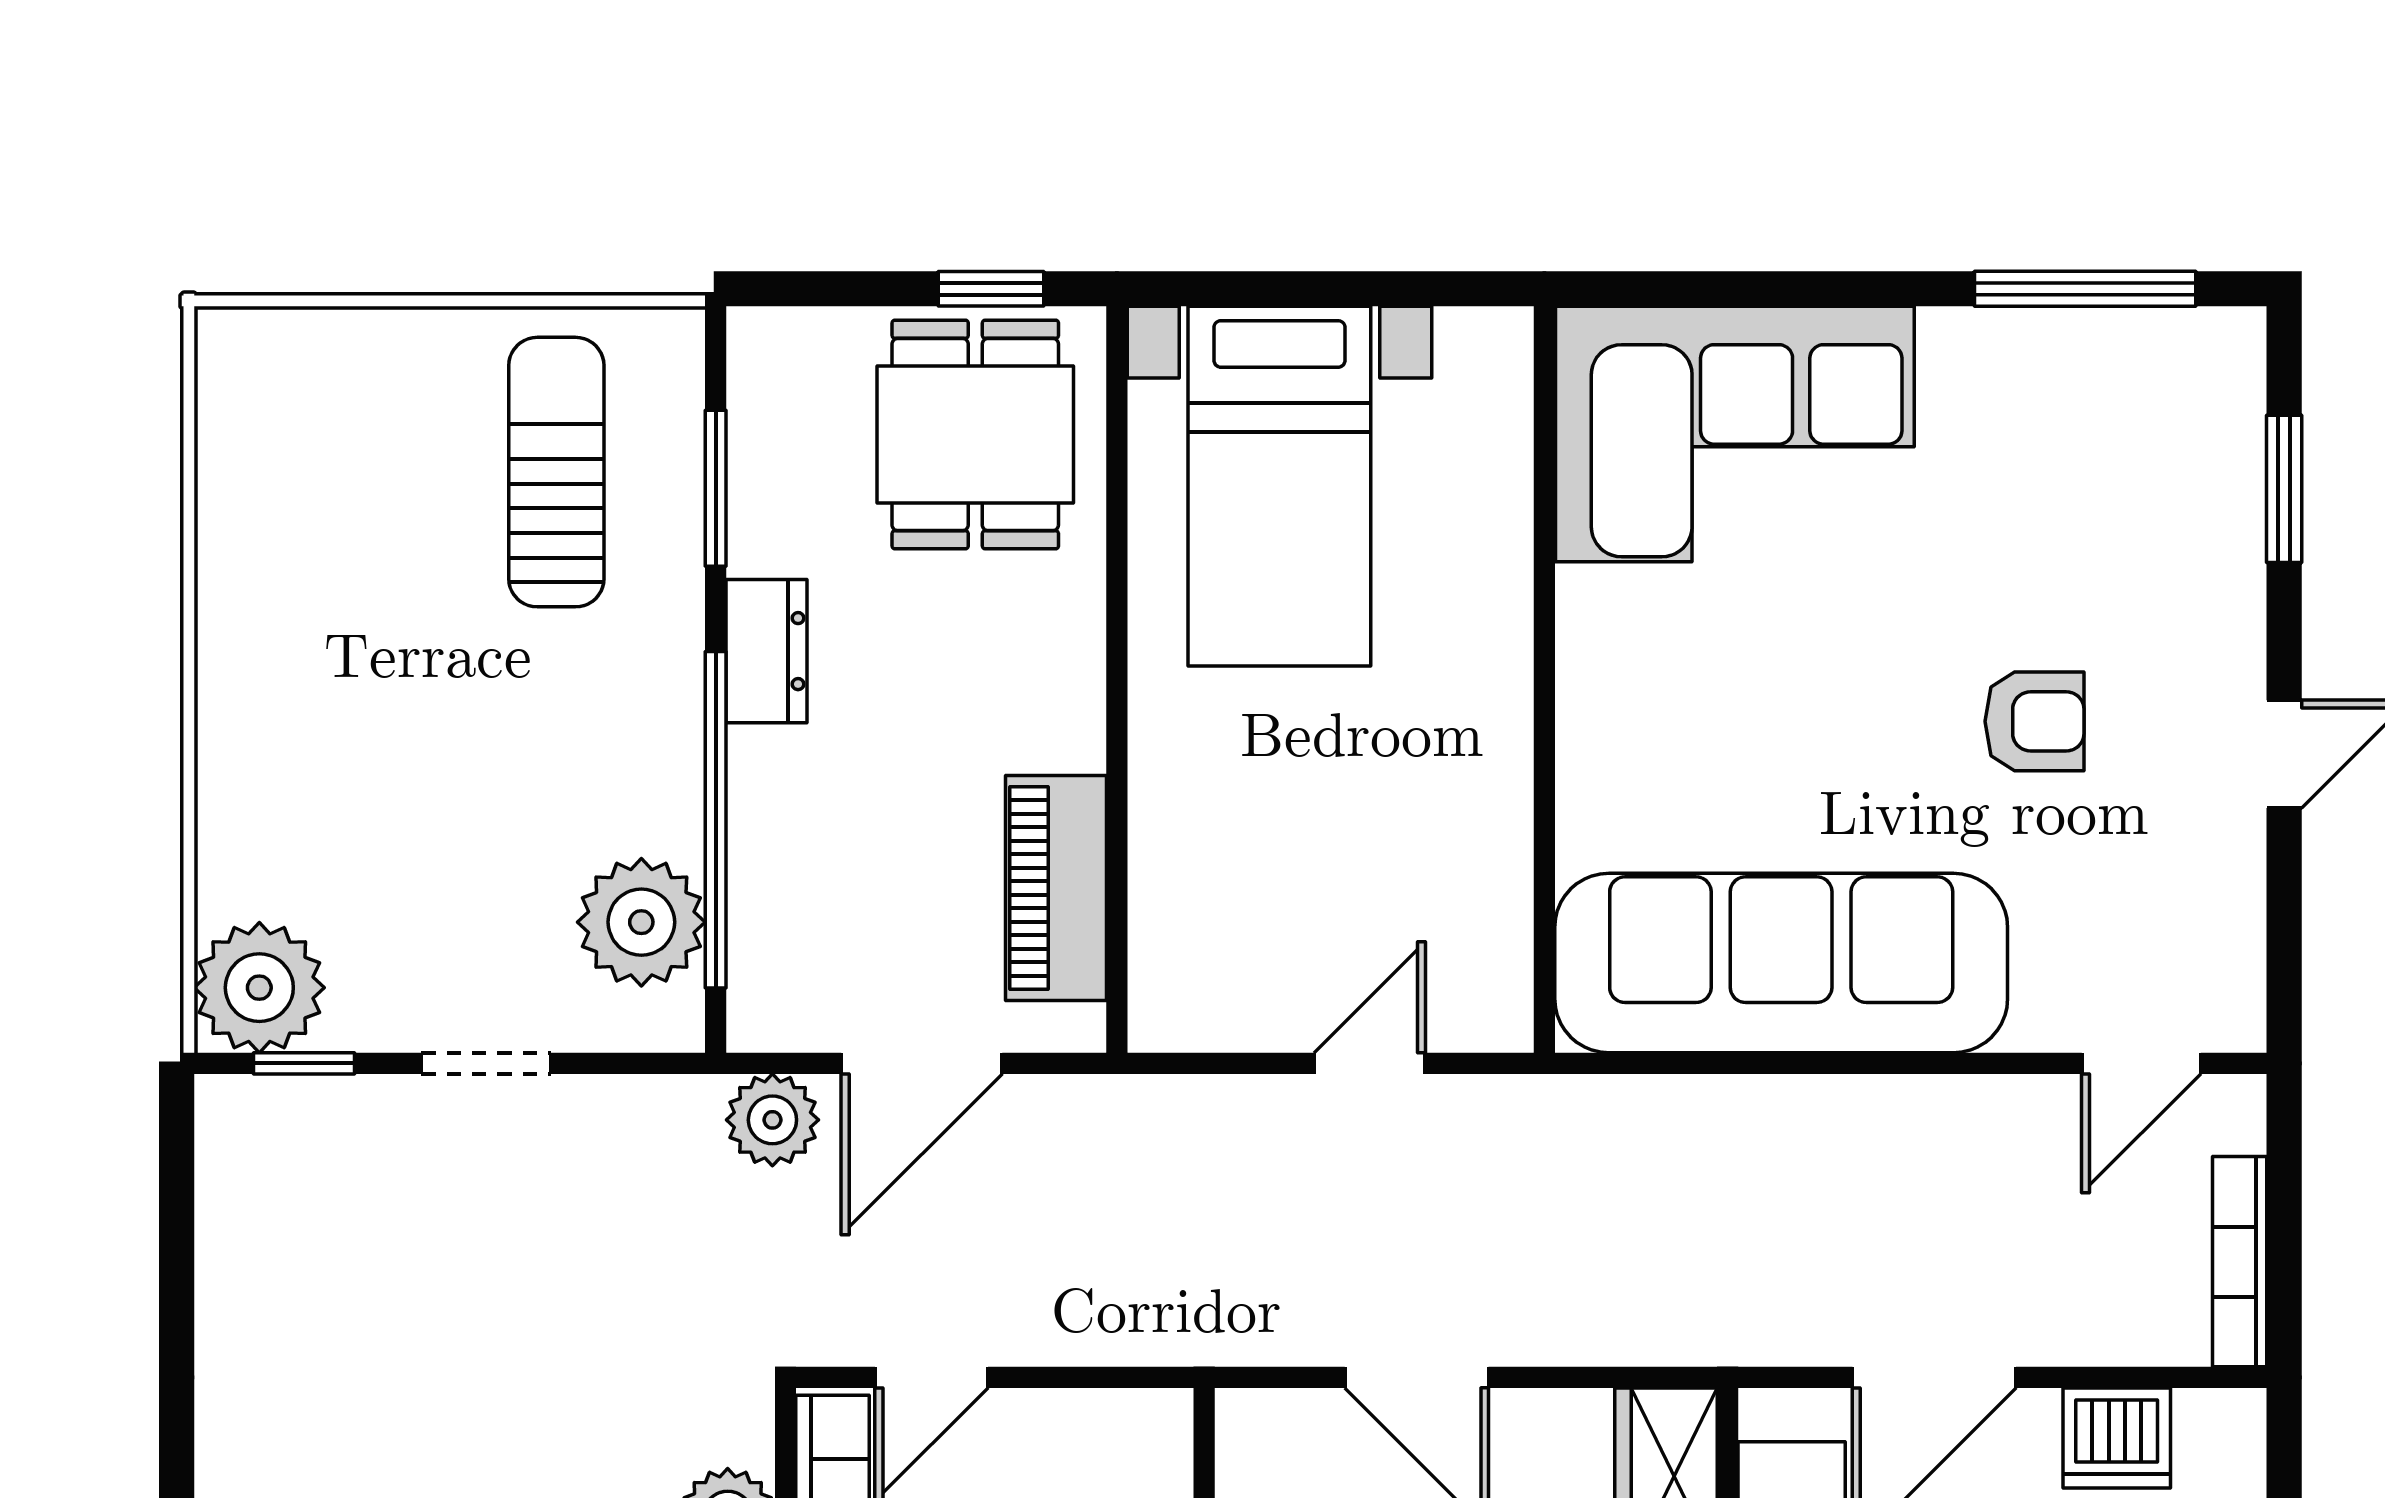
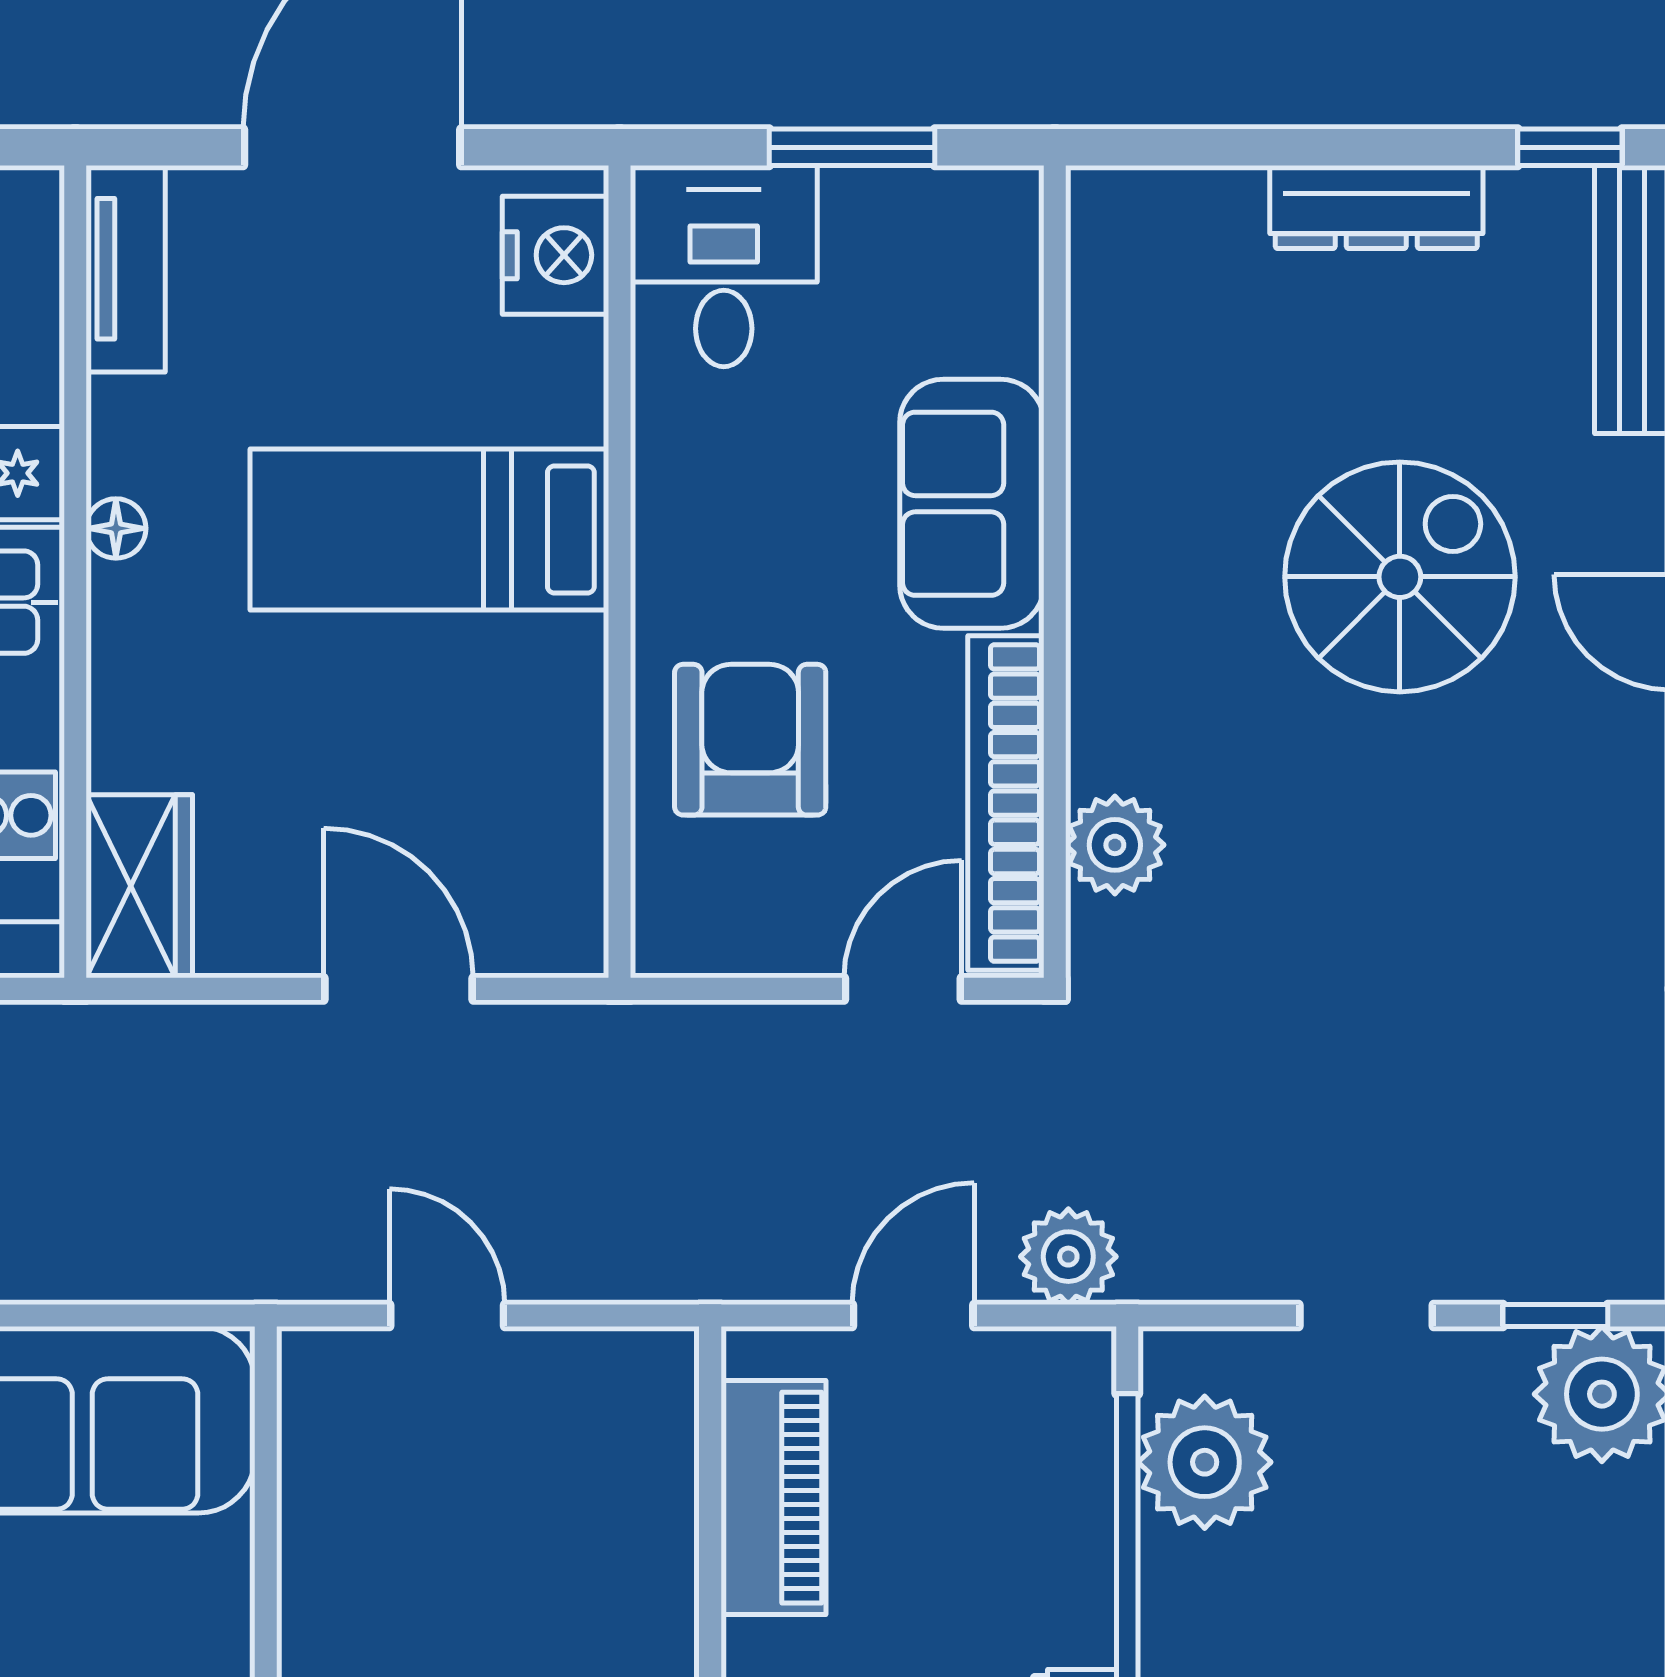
door: (922, 1063) -> (913, 1315), width x0.73
door: (1370, 1063) -> (447, 1315), swing flipped

